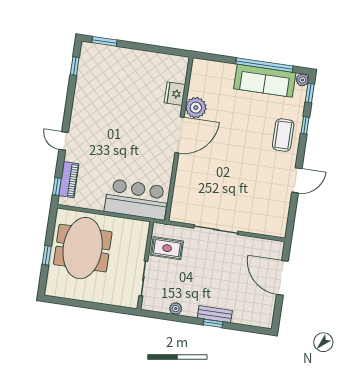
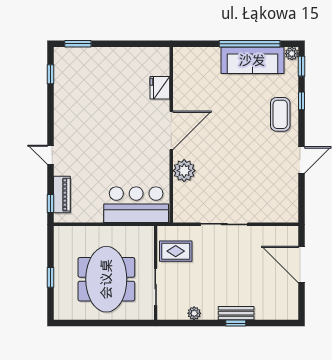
plant: (196, 108) -> (184, 171), moved
meeting table: (83, 248) -> (106, 279), moved

